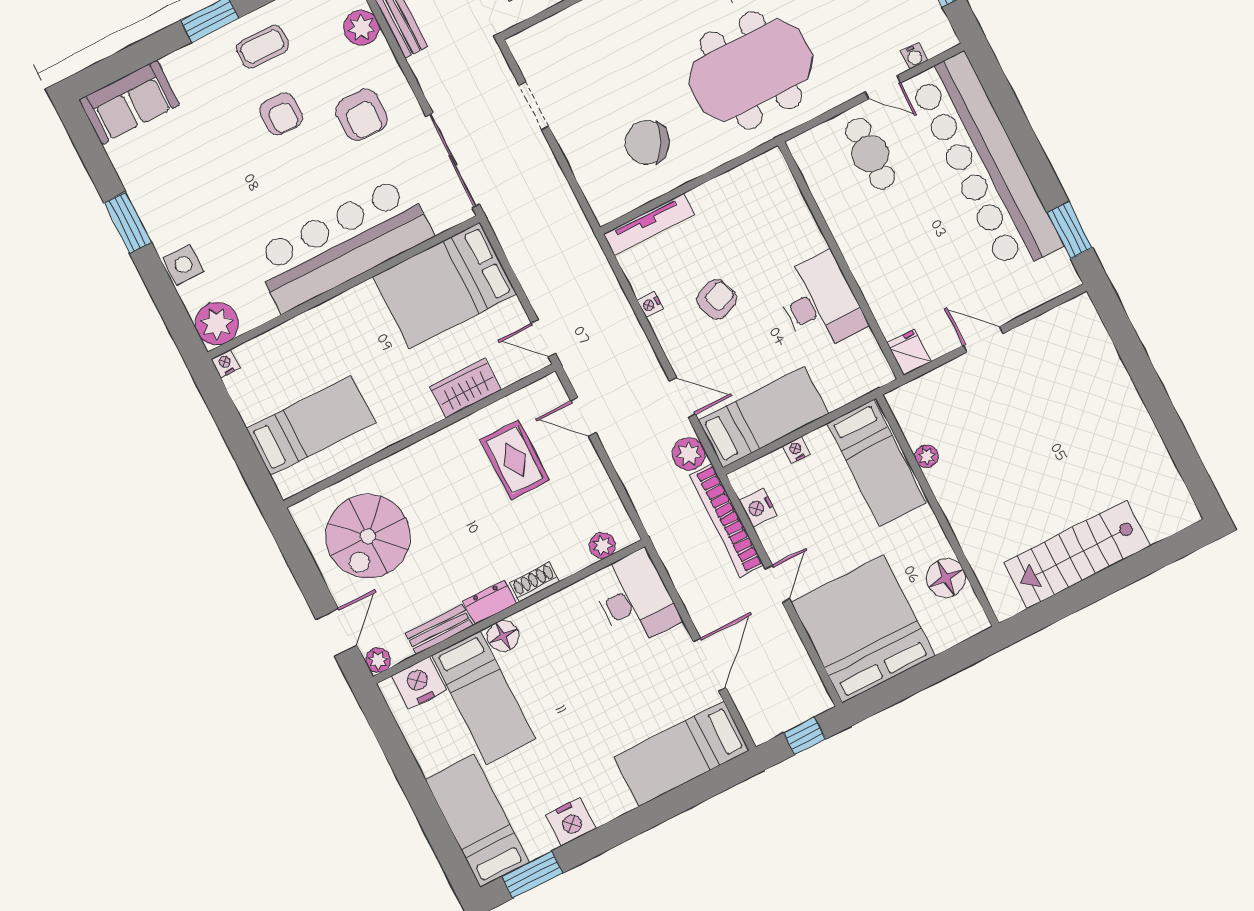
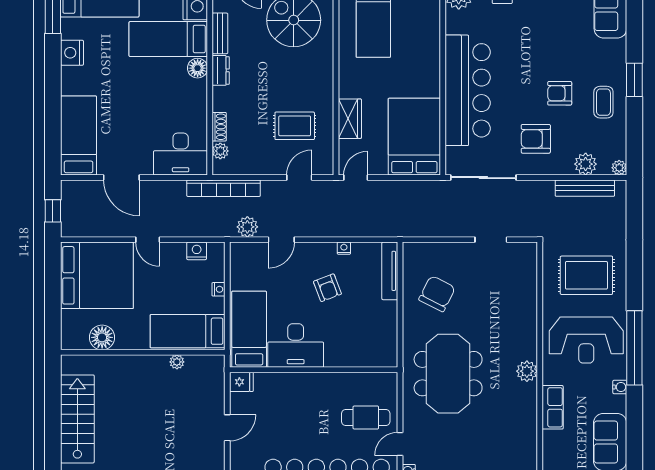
bed: (763, 417) -> (249, 329), moved, turned 180
bookcase: (726, 520) -> (224, 188), moved, turned 180
shoe rack: (534, 582) -> (219, 127), moved

